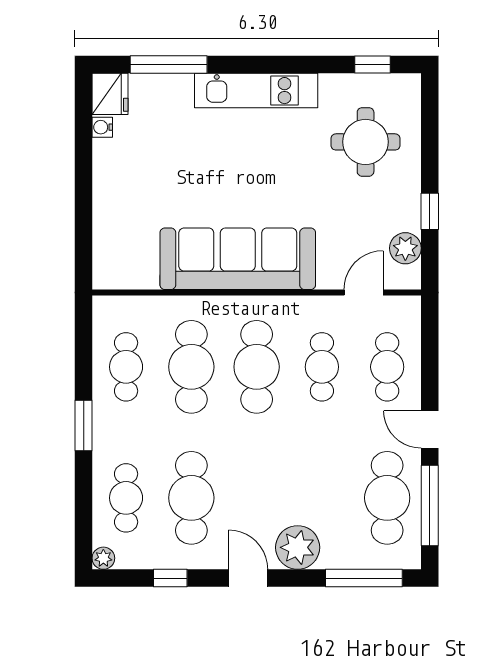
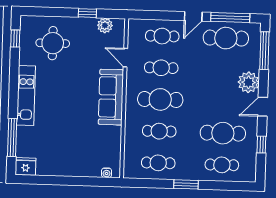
water cooler: (102, 127) -> (107, 173), moved
sofa: (238, 259) -> (111, 97), width x0.74, depth x0.79
door: (364, 292) -> (125, 58), moved
cafe table: (191, 367) -> (159, 131), width x0.73, depth x0.74
plant: (103, 558) -> (251, 177), removed

